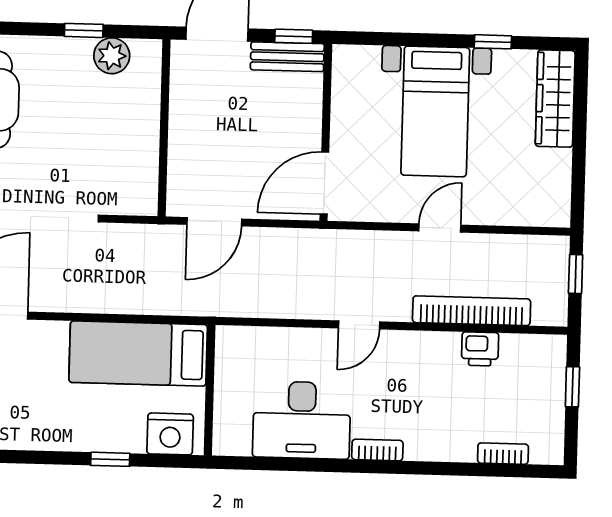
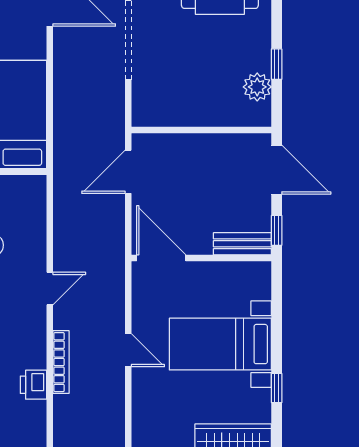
bench: (287, 57) -> (242, 244), moved, turned 90
door: (214, 222) -> (128, 172), hinge flipped
bookcase: (472, 311) -> (61, 362), width x0.68, depth x0.76
door: (359, 325) -> (50, 289), swing flipped

